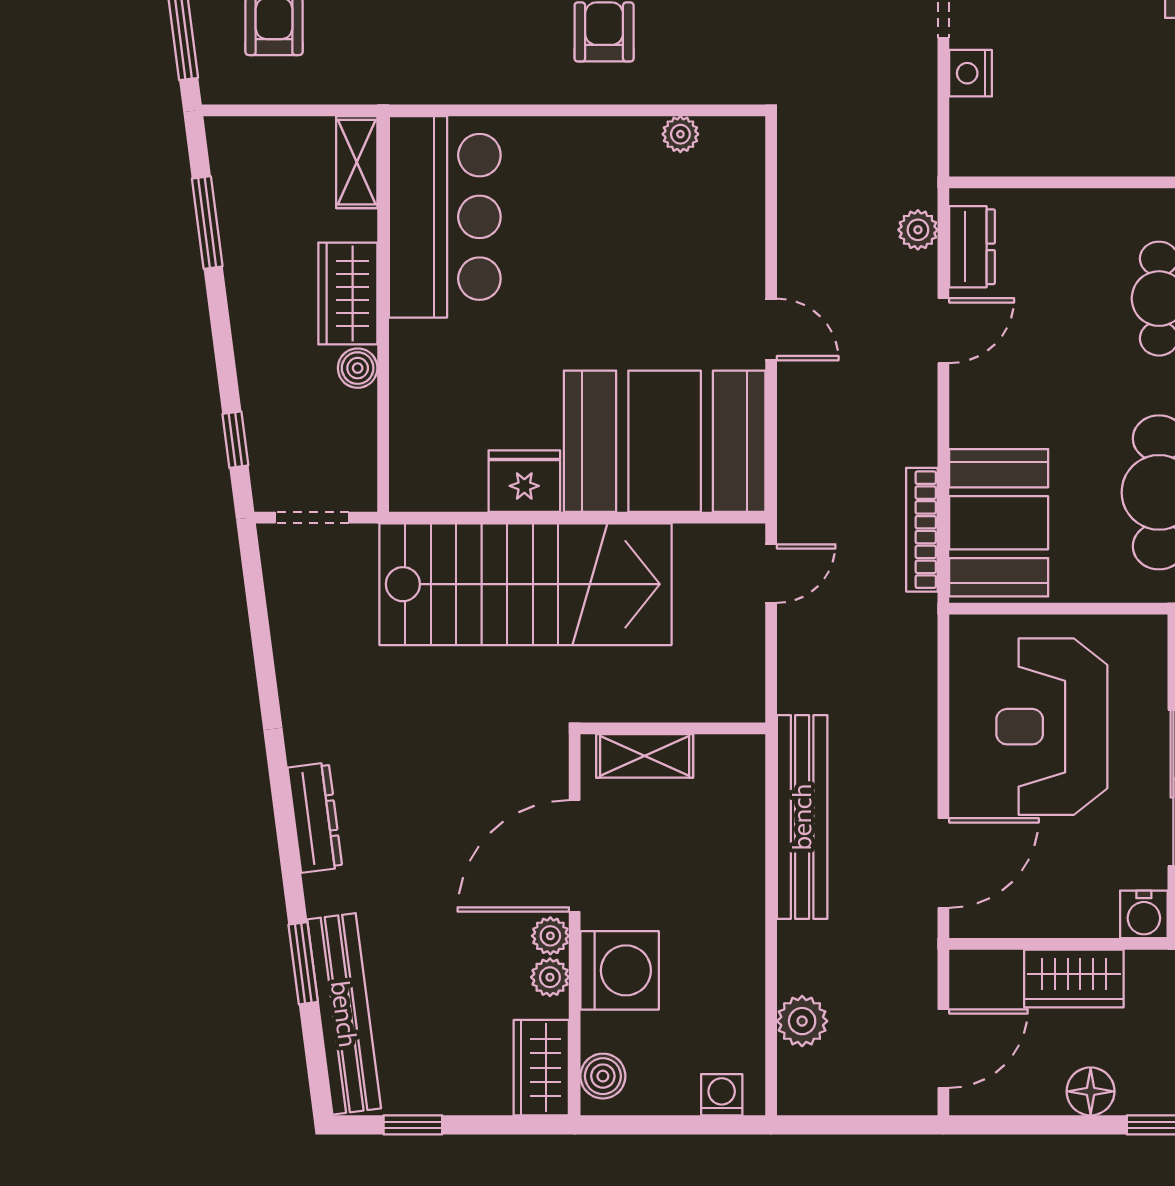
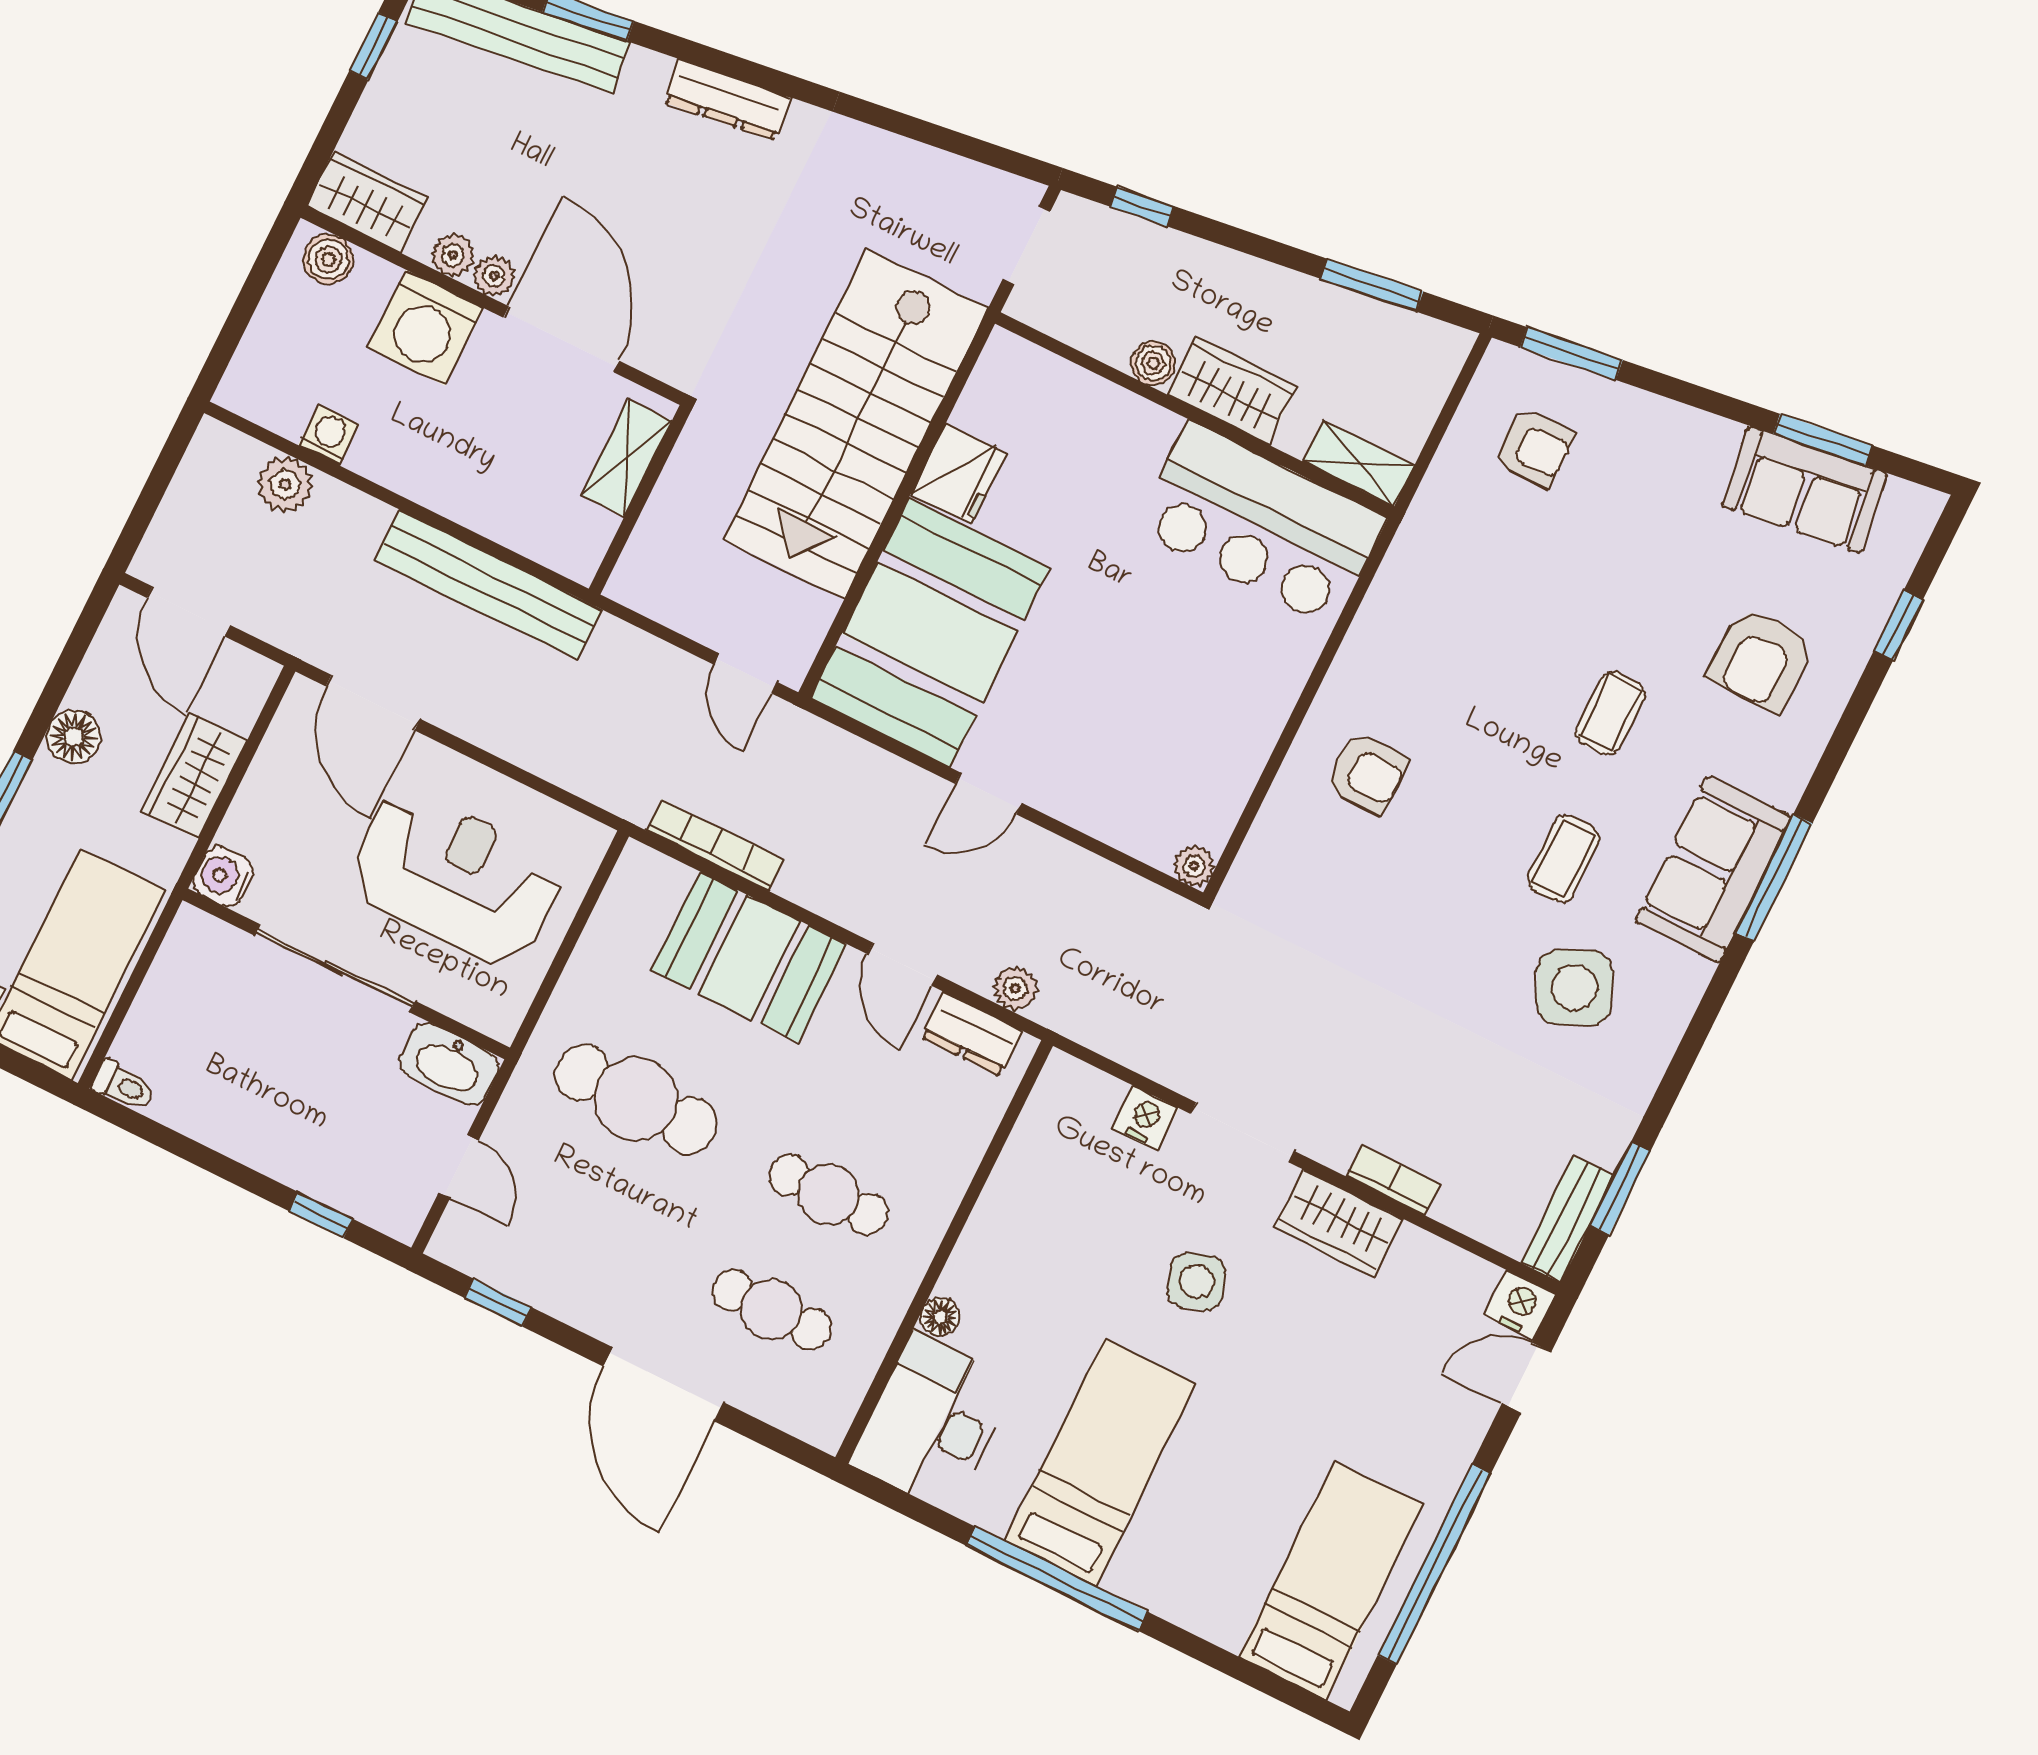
plant: (680, 134) -> (1194, 866), moved
booth: (999, 523) -> (749, 957), moved
washing machine: (722, 1095) -> (329, 435), moved, turned -90

